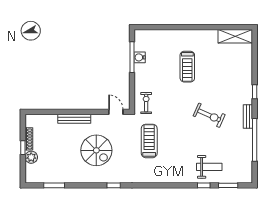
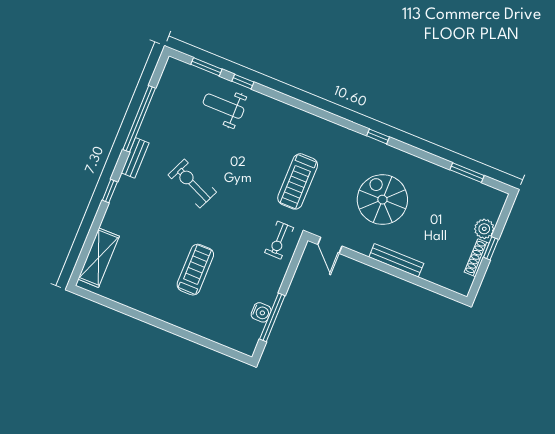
shelving: (235, 36) -> (99, 258), moved, turned 90

